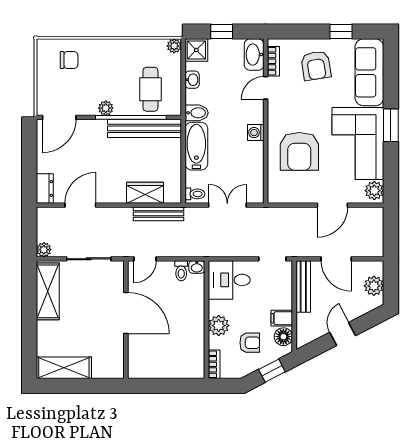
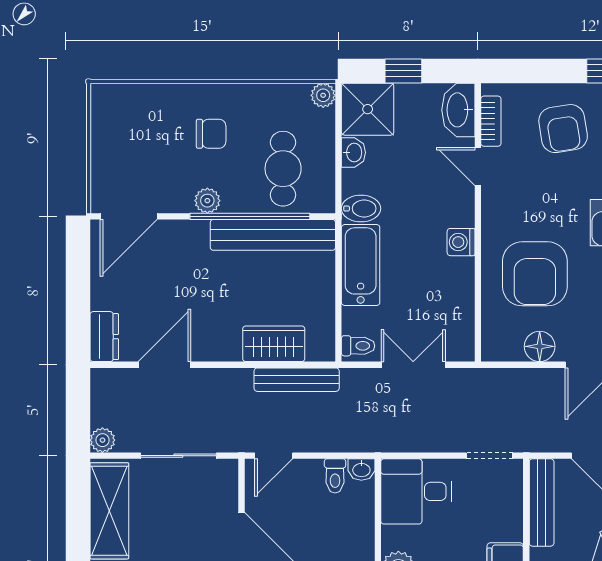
shower: (196, 50) -> (368, 109), width x1.36, depth x1.36
chair: (69, 60) -> (211, 134), moved
door: (266, 88) -> (478, 166), hinge flipped
floor lamp: (302, 194) -> (540, 346), added

